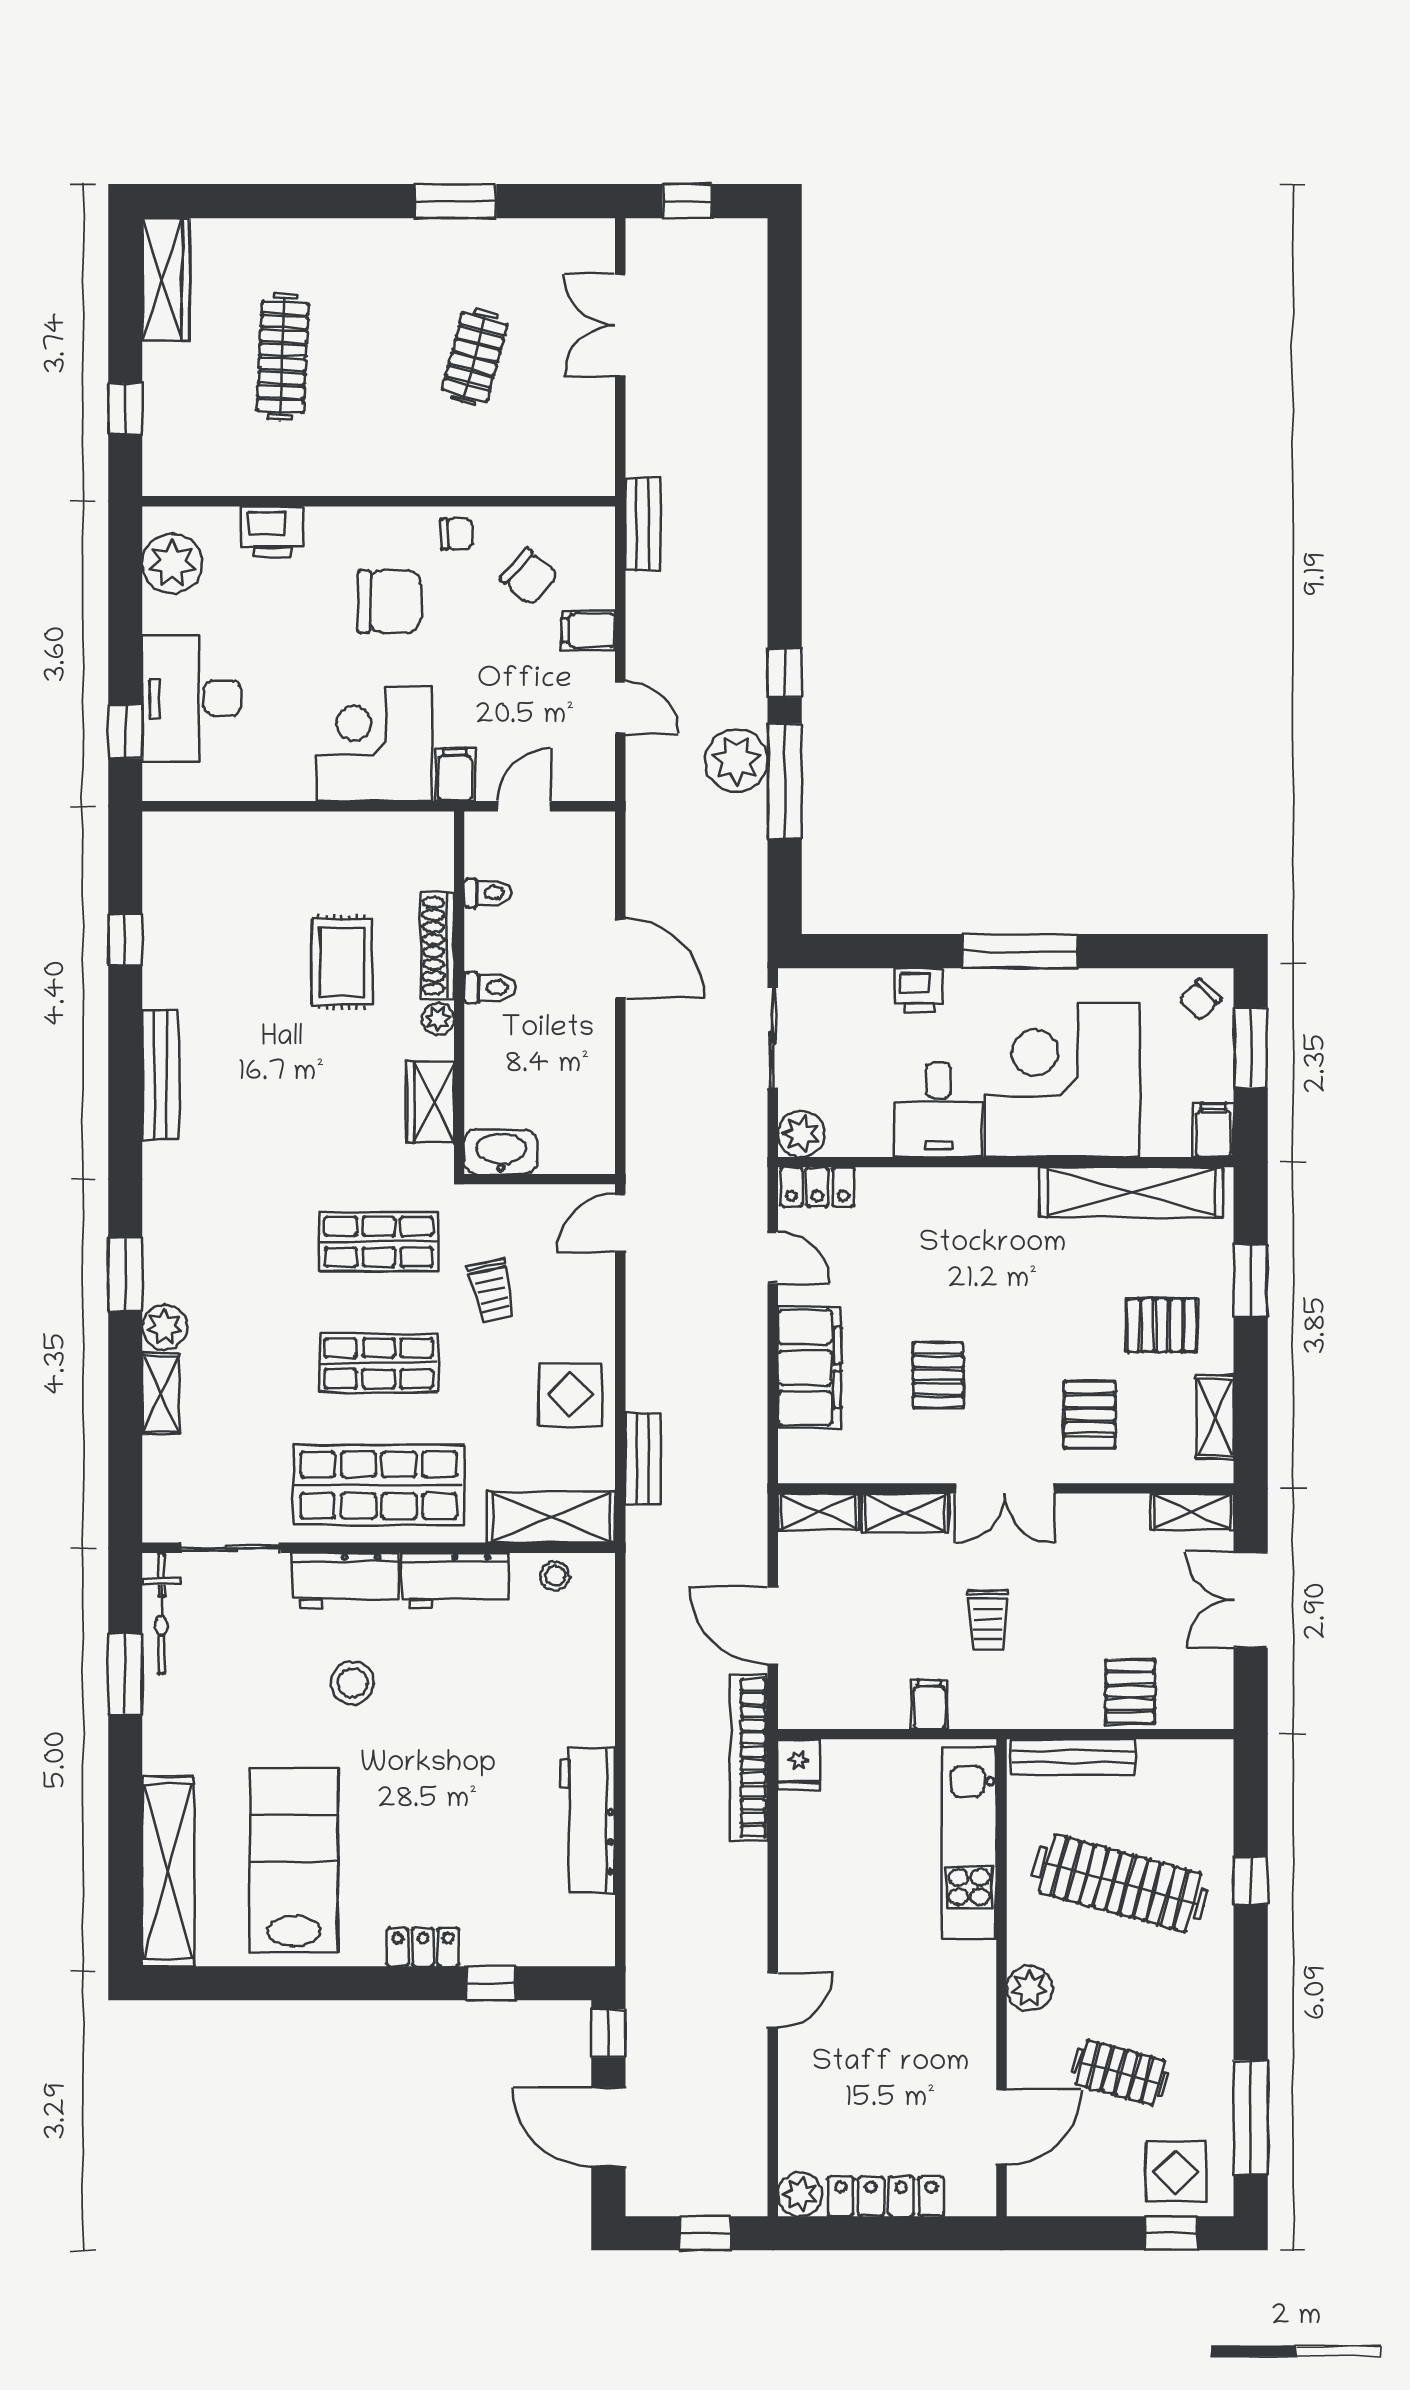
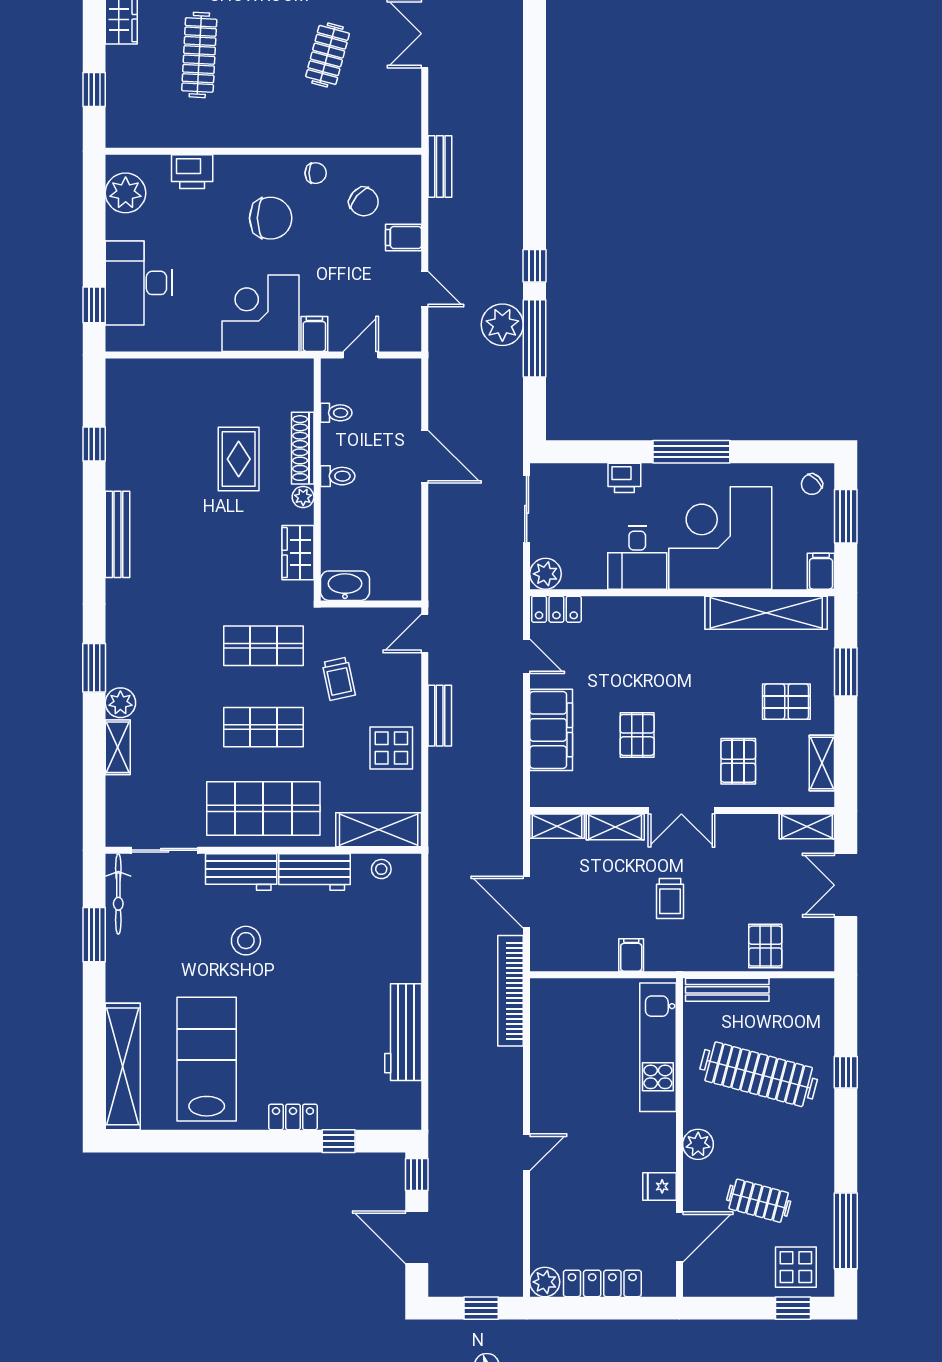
bench: (643, 1459) -> (440, 716), moved
fridge: (799, 1764) -> (659, 1186), moved, turned 90

